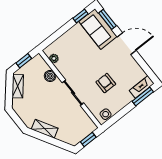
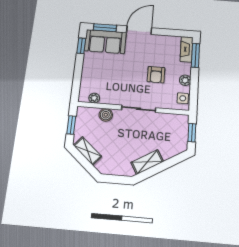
armchair: (106, 83) -> (156, 75), turned -90
plant: (119, 105) -> (185, 80), added

